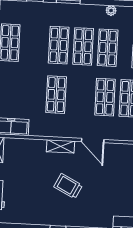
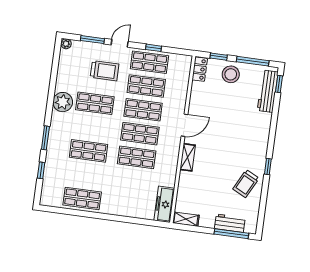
plant: (111, 11) -> (63, 102), width x1.88, depth x1.88
shop shelf: (83, 46) -> (140, 134), moved
trolley: (68, 186) -> (246, 184), moved

